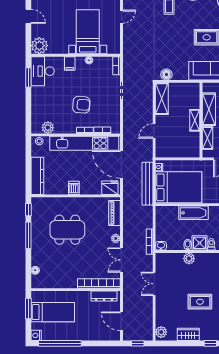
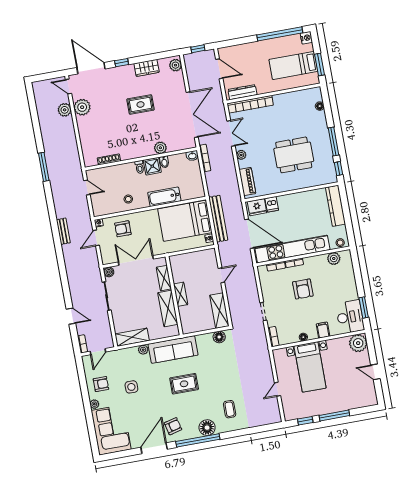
armchair: (81, 105) -> (303, 289), turned -94
dishwasher: (74, 188) -> (272, 204), moved
double door: (154, 284) -> (192, 115), width x1.87

